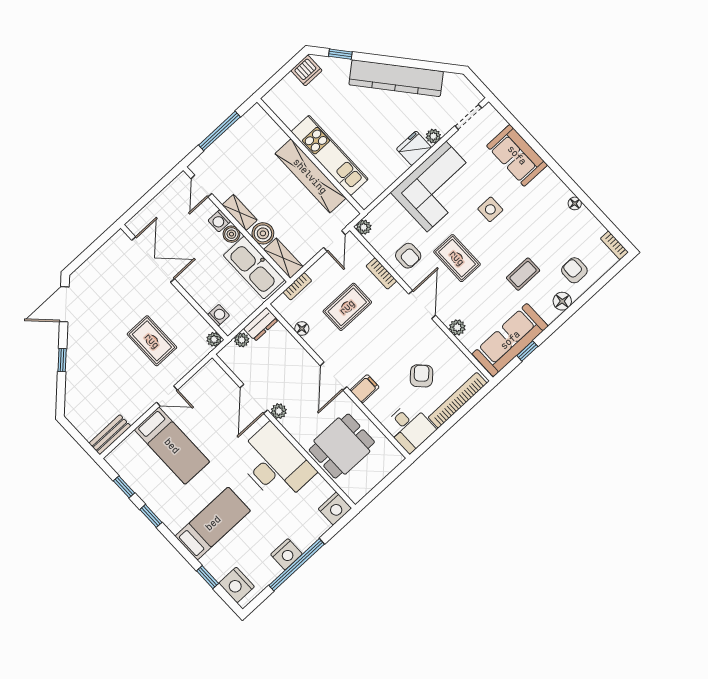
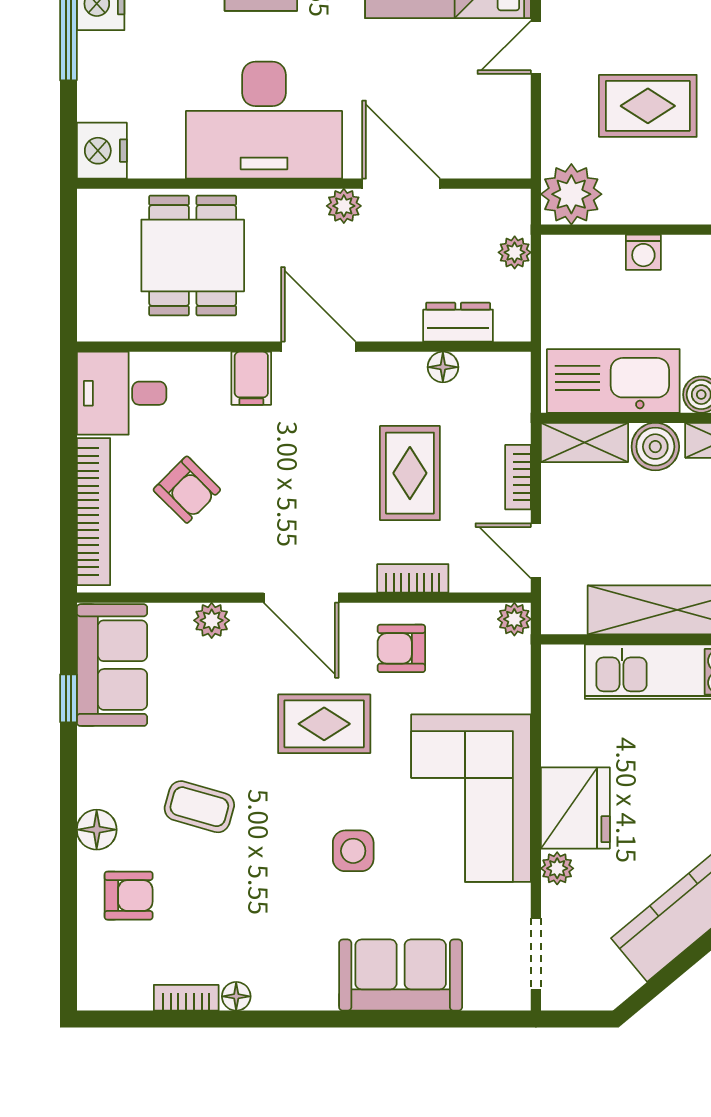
fridge: (414, 148) -> (575, 808), width x1.36, depth x1.34
bookcase: (614, 245) -> (186, 998), moved
coffee table: (523, 274) -> (199, 807), turned -74
bookcase: (297, 286) -> (518, 477), moved
washing machine: (219, 315) -> (643, 252), moved
dresser: (261, 324) -> (458, 322), moved, turned 90
plant: (214, 339) -> (571, 194), width x1.87, depth x1.87
sofa: (510, 340) -> (112, 665), width x0.73

